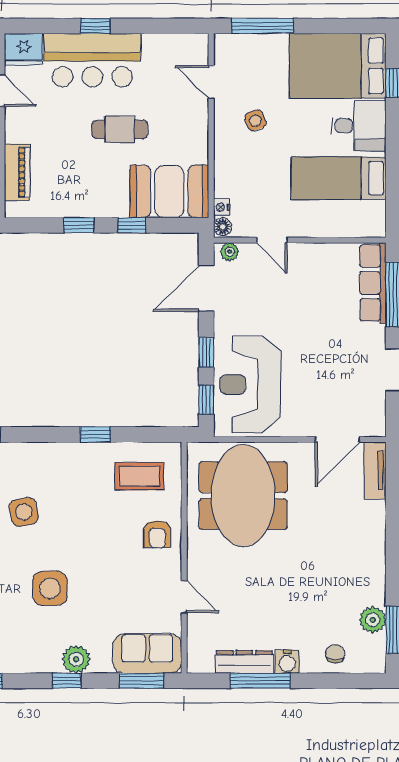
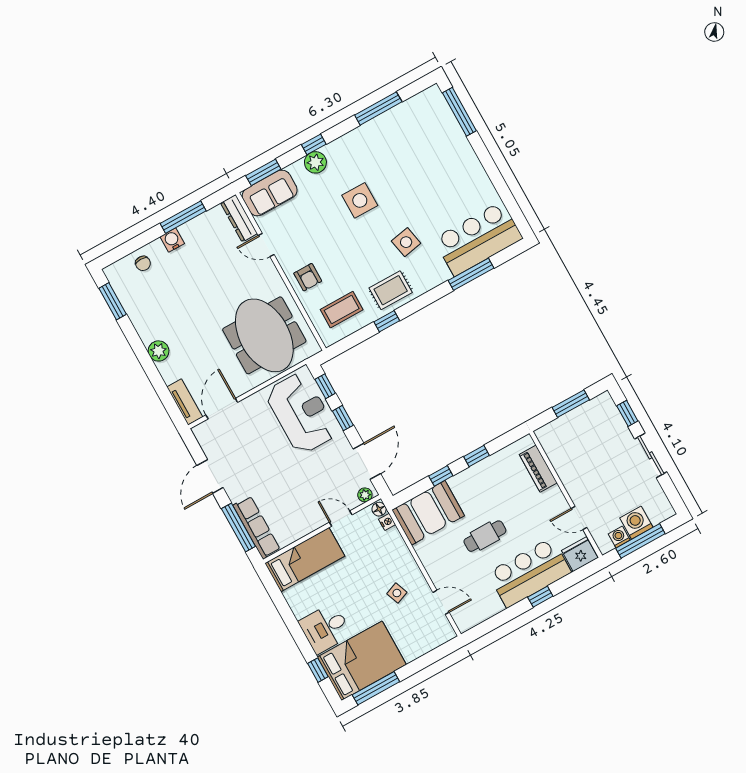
window: (263, 26) -> (376, 688), moved
bed: (338, 178) -> (305, 560), moved
rug: (72, 467) -> (391, 290), added
armchair: (157, 534) -> (308, 277), turned 180
plant: (373, 620) -> (159, 351), moved
dresser: (244, 662) -> (239, 218), moved, turned 90

